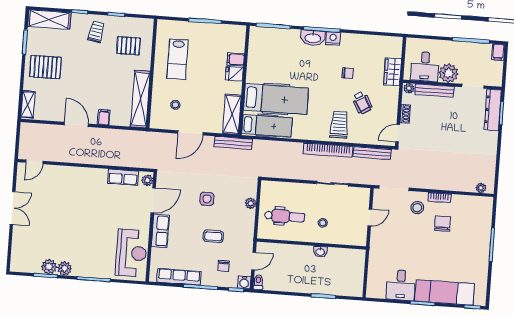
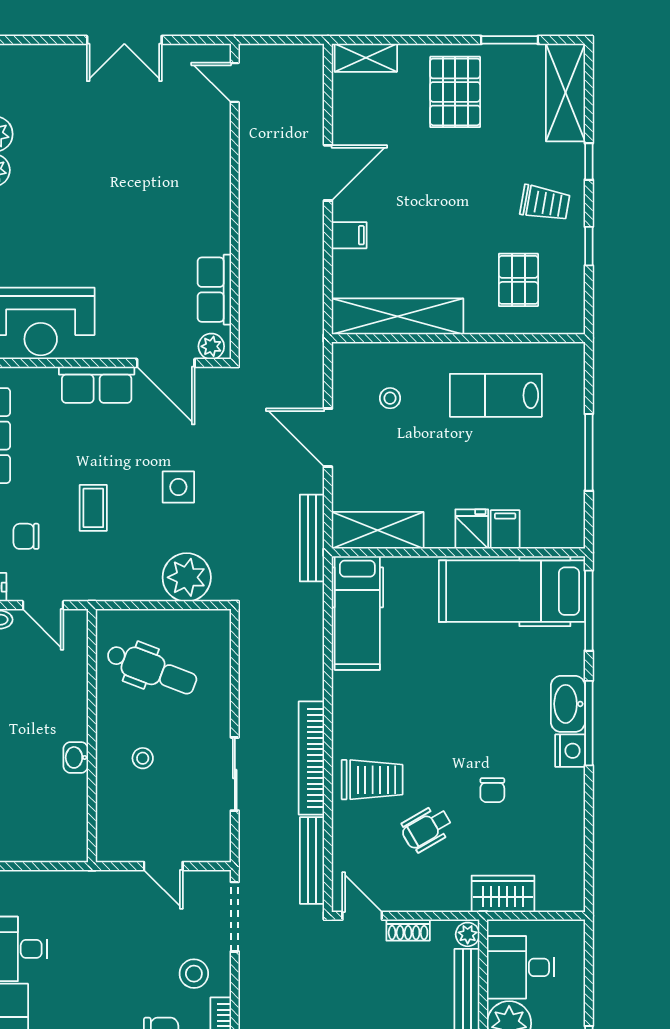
hospital bed: (276, 99) -> (512, 591), moved, turned 90
plant: (251, 203) -> (187, 577), width x1.87, depth x1.87
dental chair: (285, 216) -> (152, 669), turned -69

